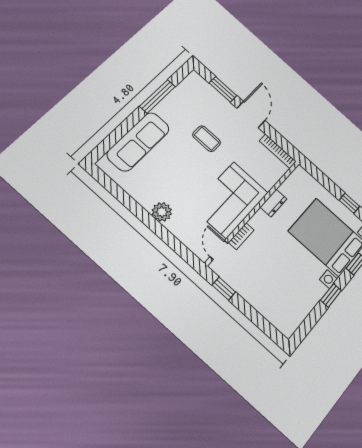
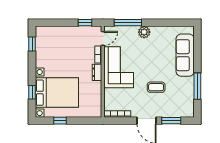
dresser: (273, 203) -> (97, 72), moved
window: (171, 241) -> (128, 23), added
door: (219, 250) -> (103, 38), hinge flipped
window: (331, 295) -> (32, 44), moved

